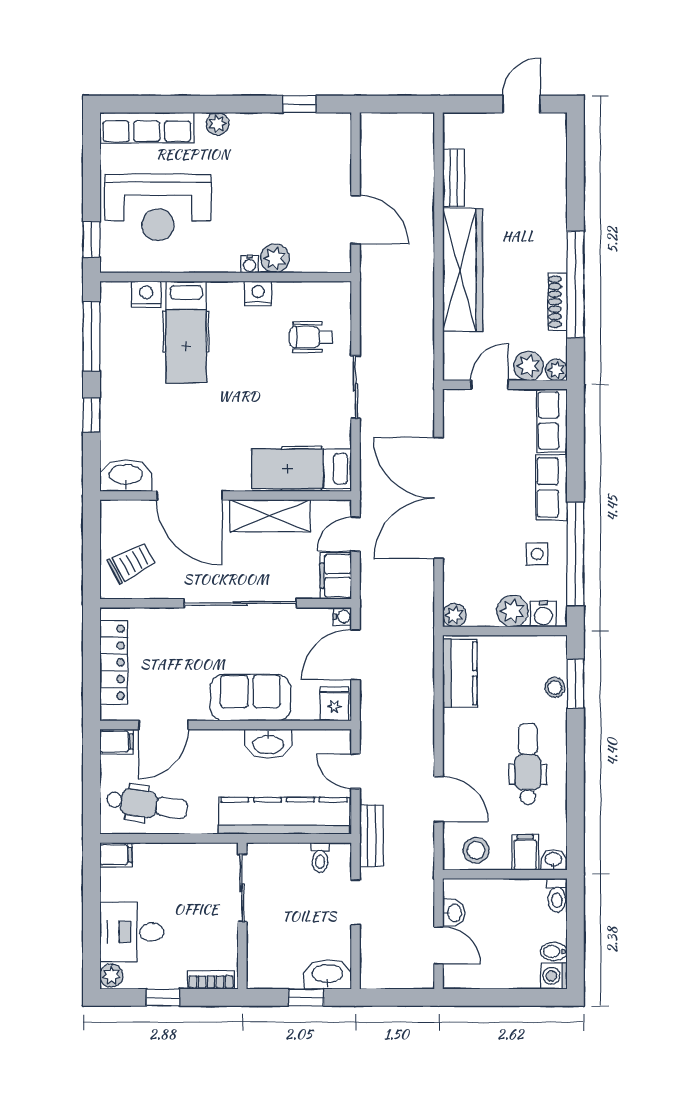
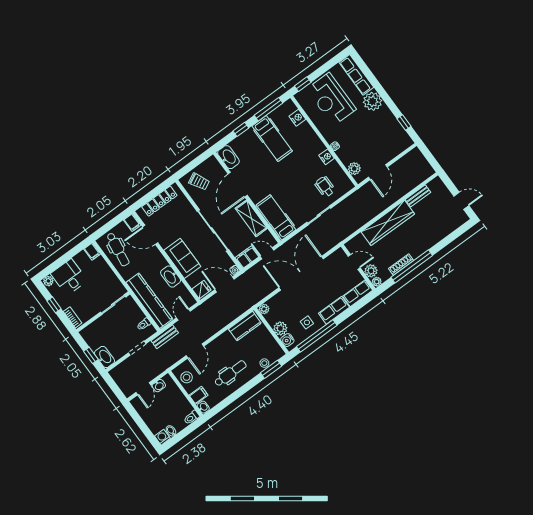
plant: (218, 124) -> (373, 101), width x1.88, depth x1.88
plant: (275, 258) -> (354, 169), moved
hospital bed: (186, 332) -> (272, 139), moved, turned -90

